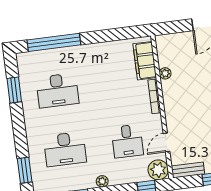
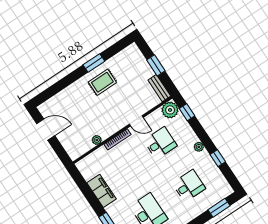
filing cabinet: (145, 61) -> (102, 191), moved, turned -90
door: (166, 142) -> (136, 121), moved
desk: (65, 149) -> (189, 186), width x0.73

